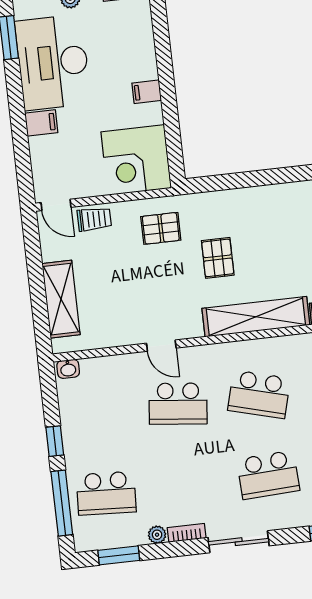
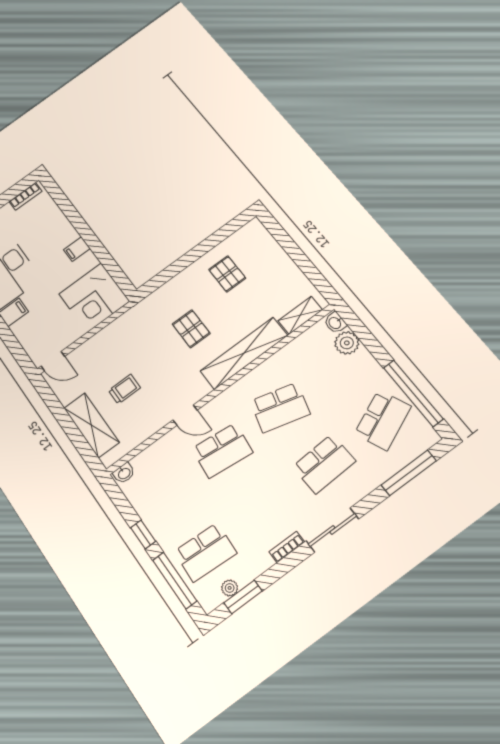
trolley: (94, 219) -> (124, 389), moved
pallet: (161, 228) -> (227, 274), moved, turned 90
plant: (157, 535) -> (230, 588), moved

